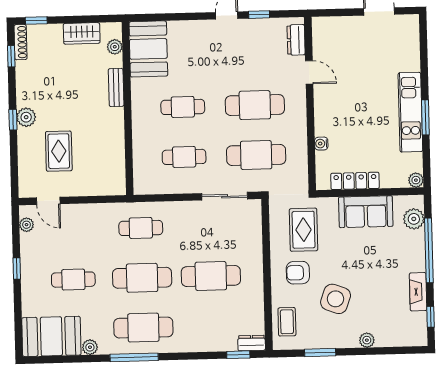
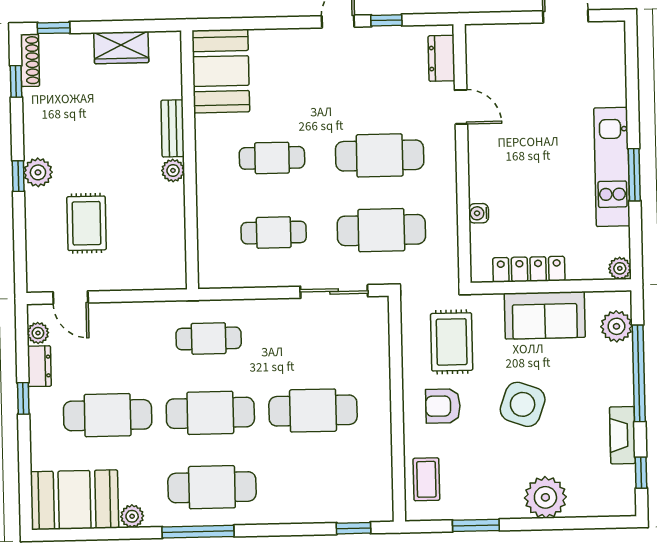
plant: (115, 47) -> (173, 170), moved
cafe table: (73, 280) -> (108, 415), width x1.37, depth x1.35
side table: (336, 299) -> (523, 404), moved
plant: (367, 340) -> (545, 497), width x1.88, depth x1.88
dresser: (252, 343) -> (39, 366), moved, turned 90

